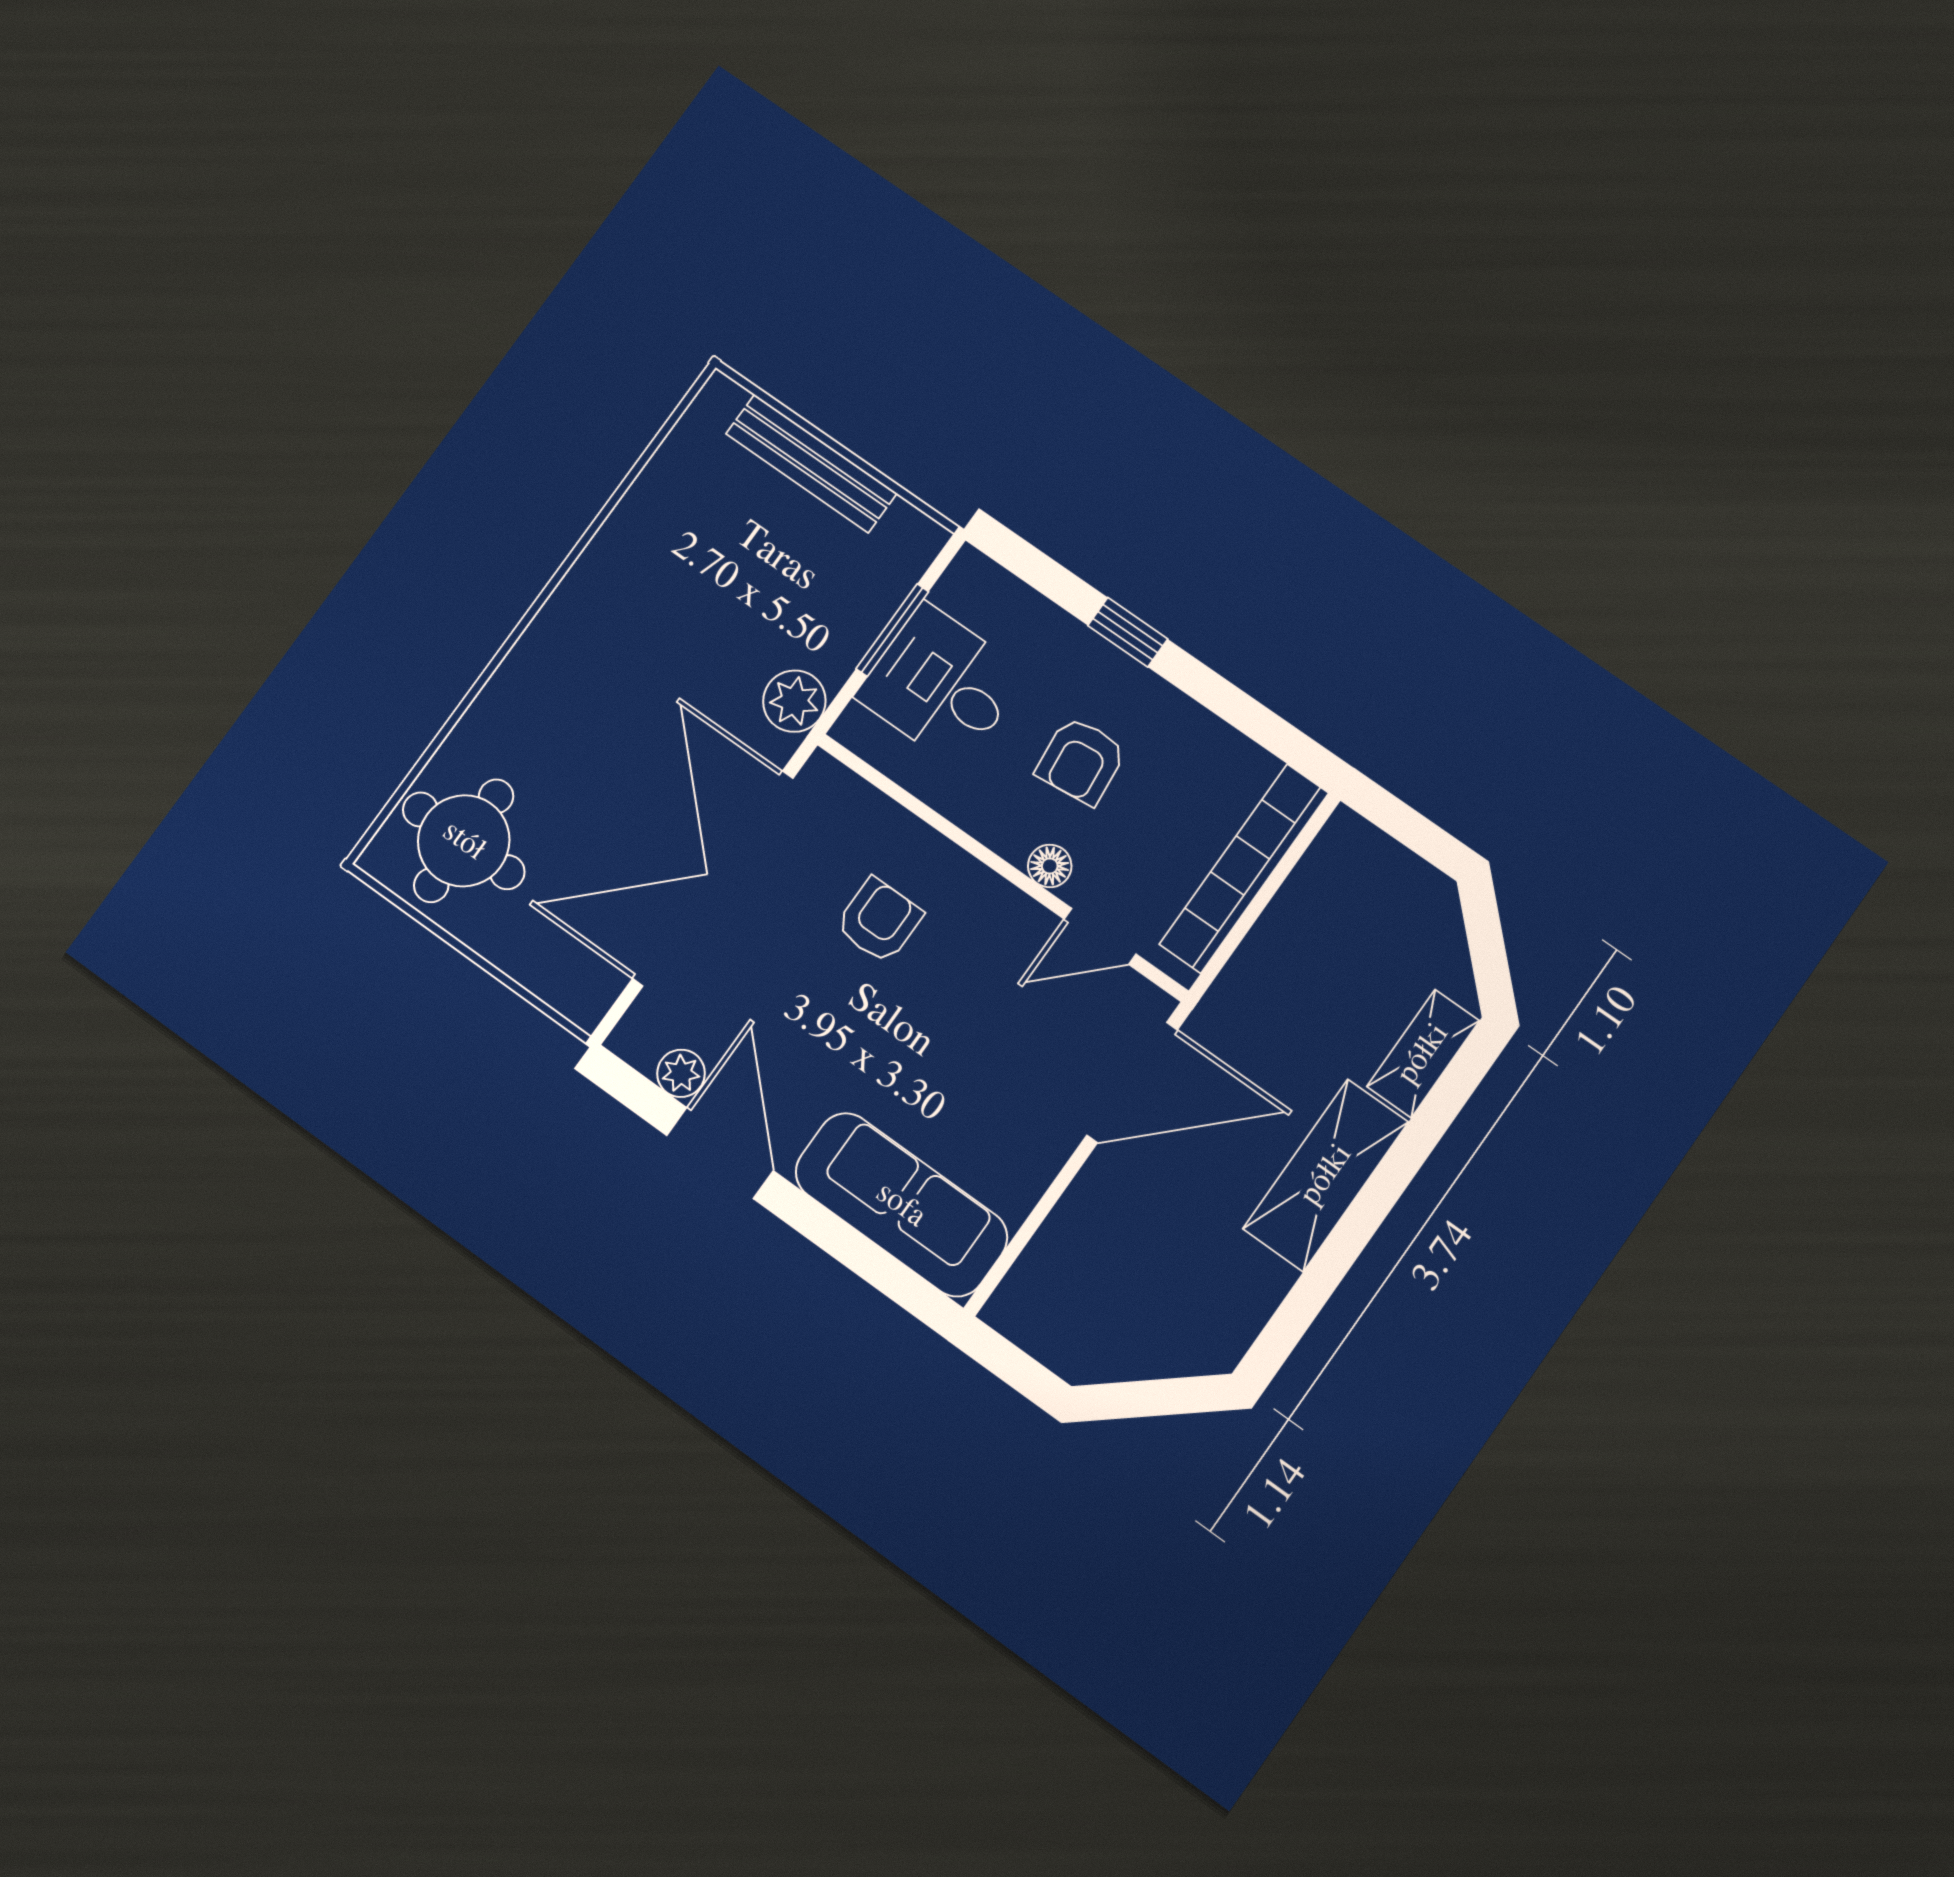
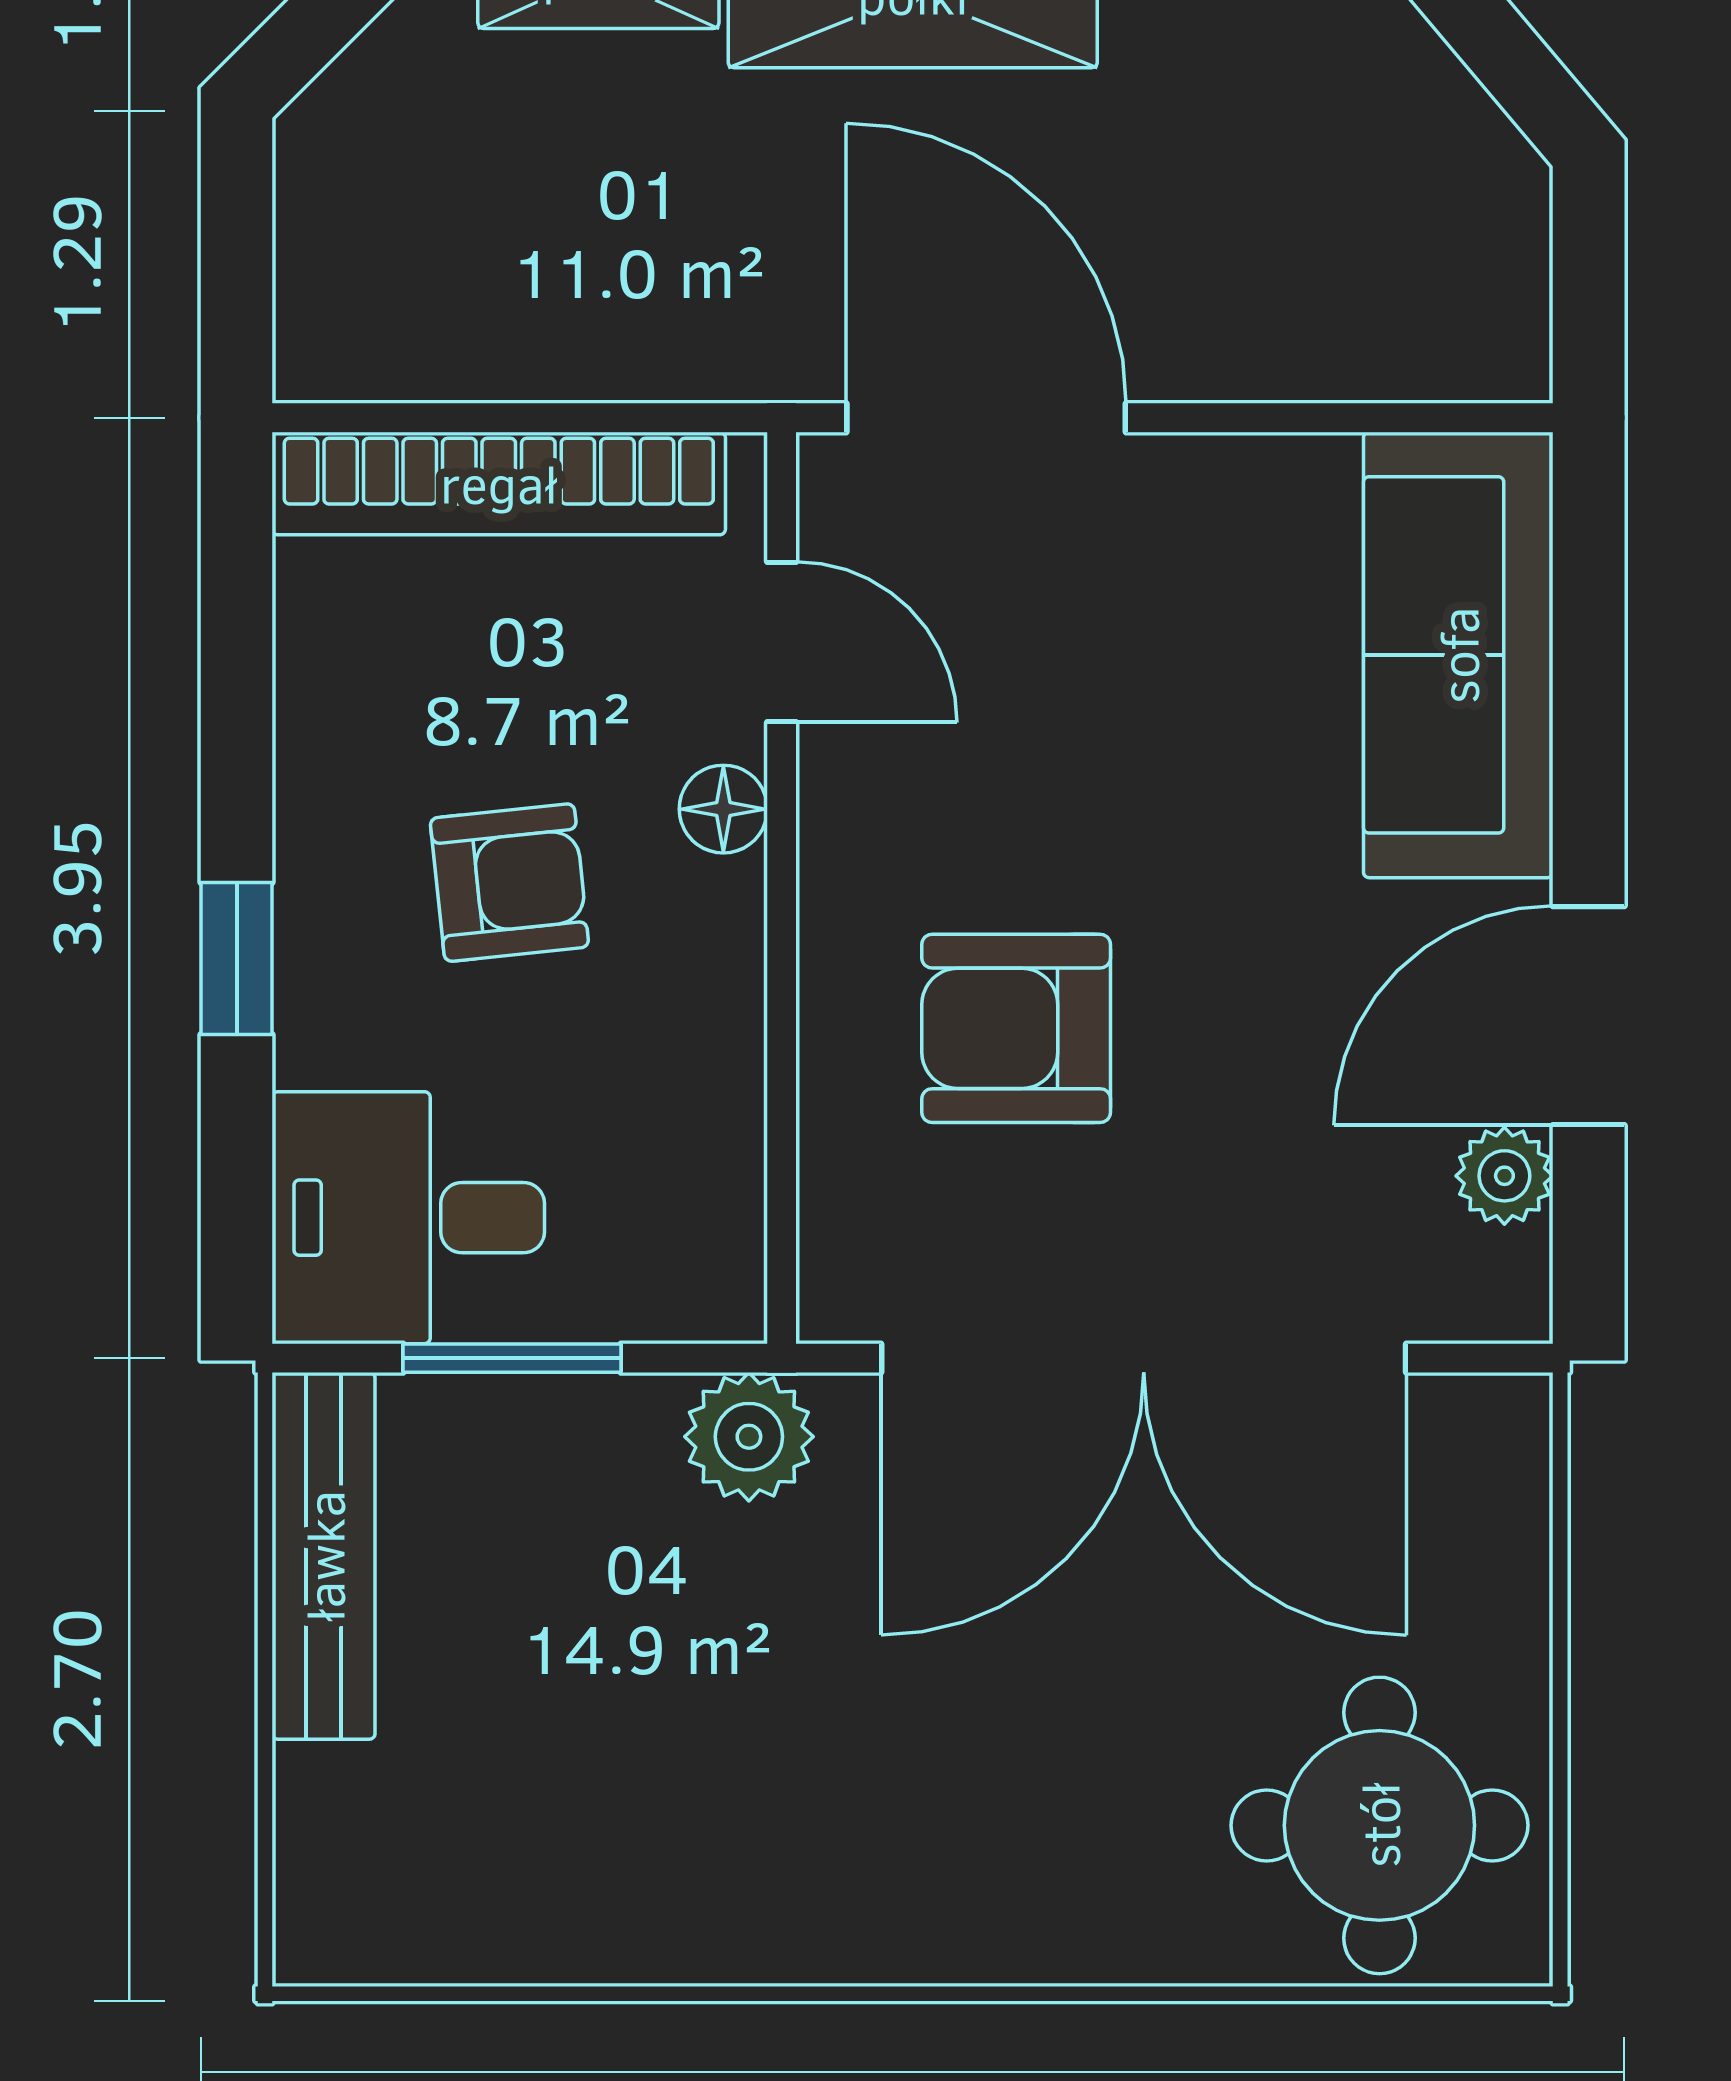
bench: (811, 463) -> (324, 1556), moved
desk: (941, 685) -> (408, 1218), moved, turned 90
armchair: (879, 921) -> (1016, 1028), width x1.38, depth x1.38

